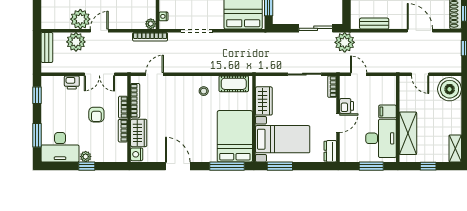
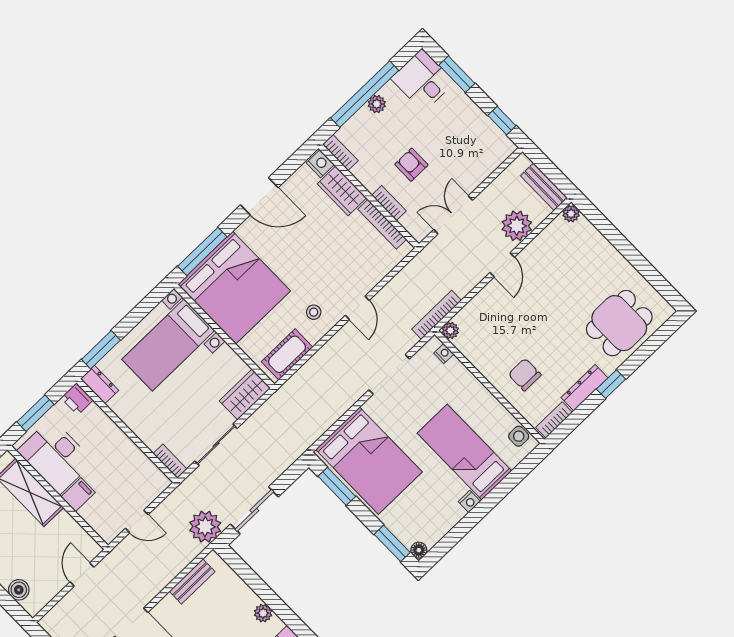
plant: (80, 19) -> (571, 214), moved, width x0.53, depth x0.53
door: (155, 74) -> (357, 308), moved
door: (359, 74) -> (137, 522), moved
door: (420, 74) -> (82, 575), hinge flipped
printer: (72, 82) -> (476, 174), removed
boiler: (450, 89) -> (19, 590), width x0.54, depth x0.54
wardrobe: (264, 101) -> (245, 394), moved, turned 90
printer: (347, 106) -> (77, 399), moved
door: (338, 123) -> (122, 426), removed
bookcase: (123, 131) -> (340, 153), moved
bed: (235, 136) -> (234, 288), width x1.36
desk: (60, 147) -> (423, 80), width x0.73
window: (87, 166) -> (365, 94), width x3.17
window: (280, 166) -> (101, 350), moved

